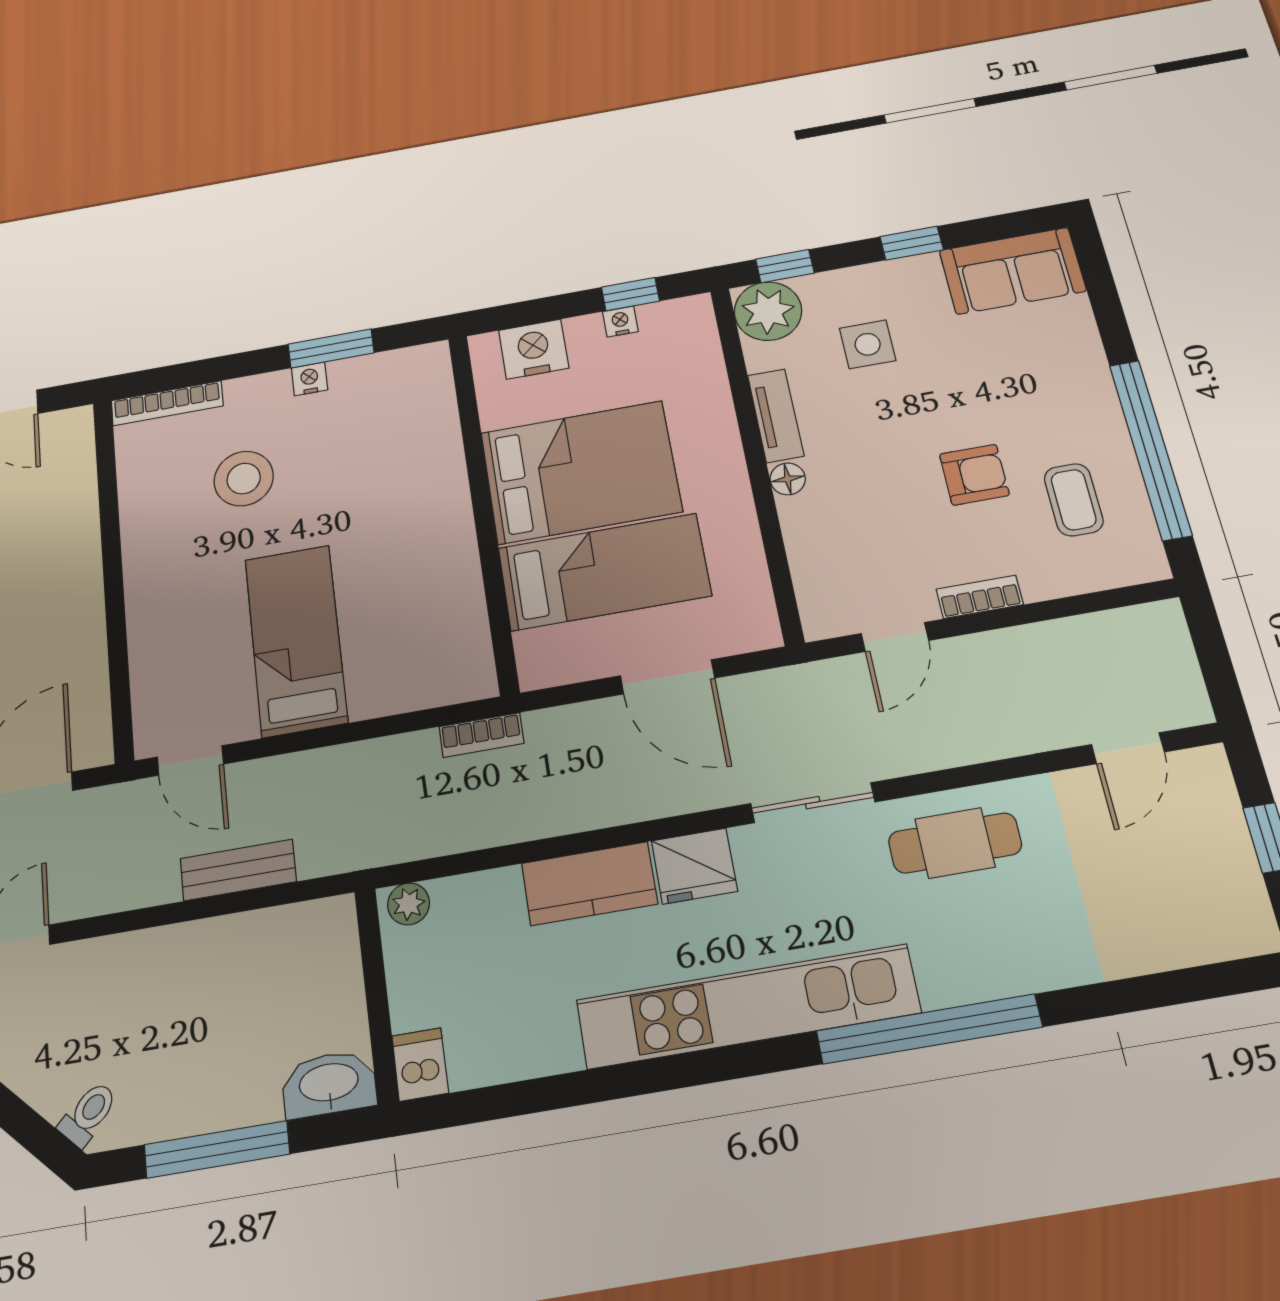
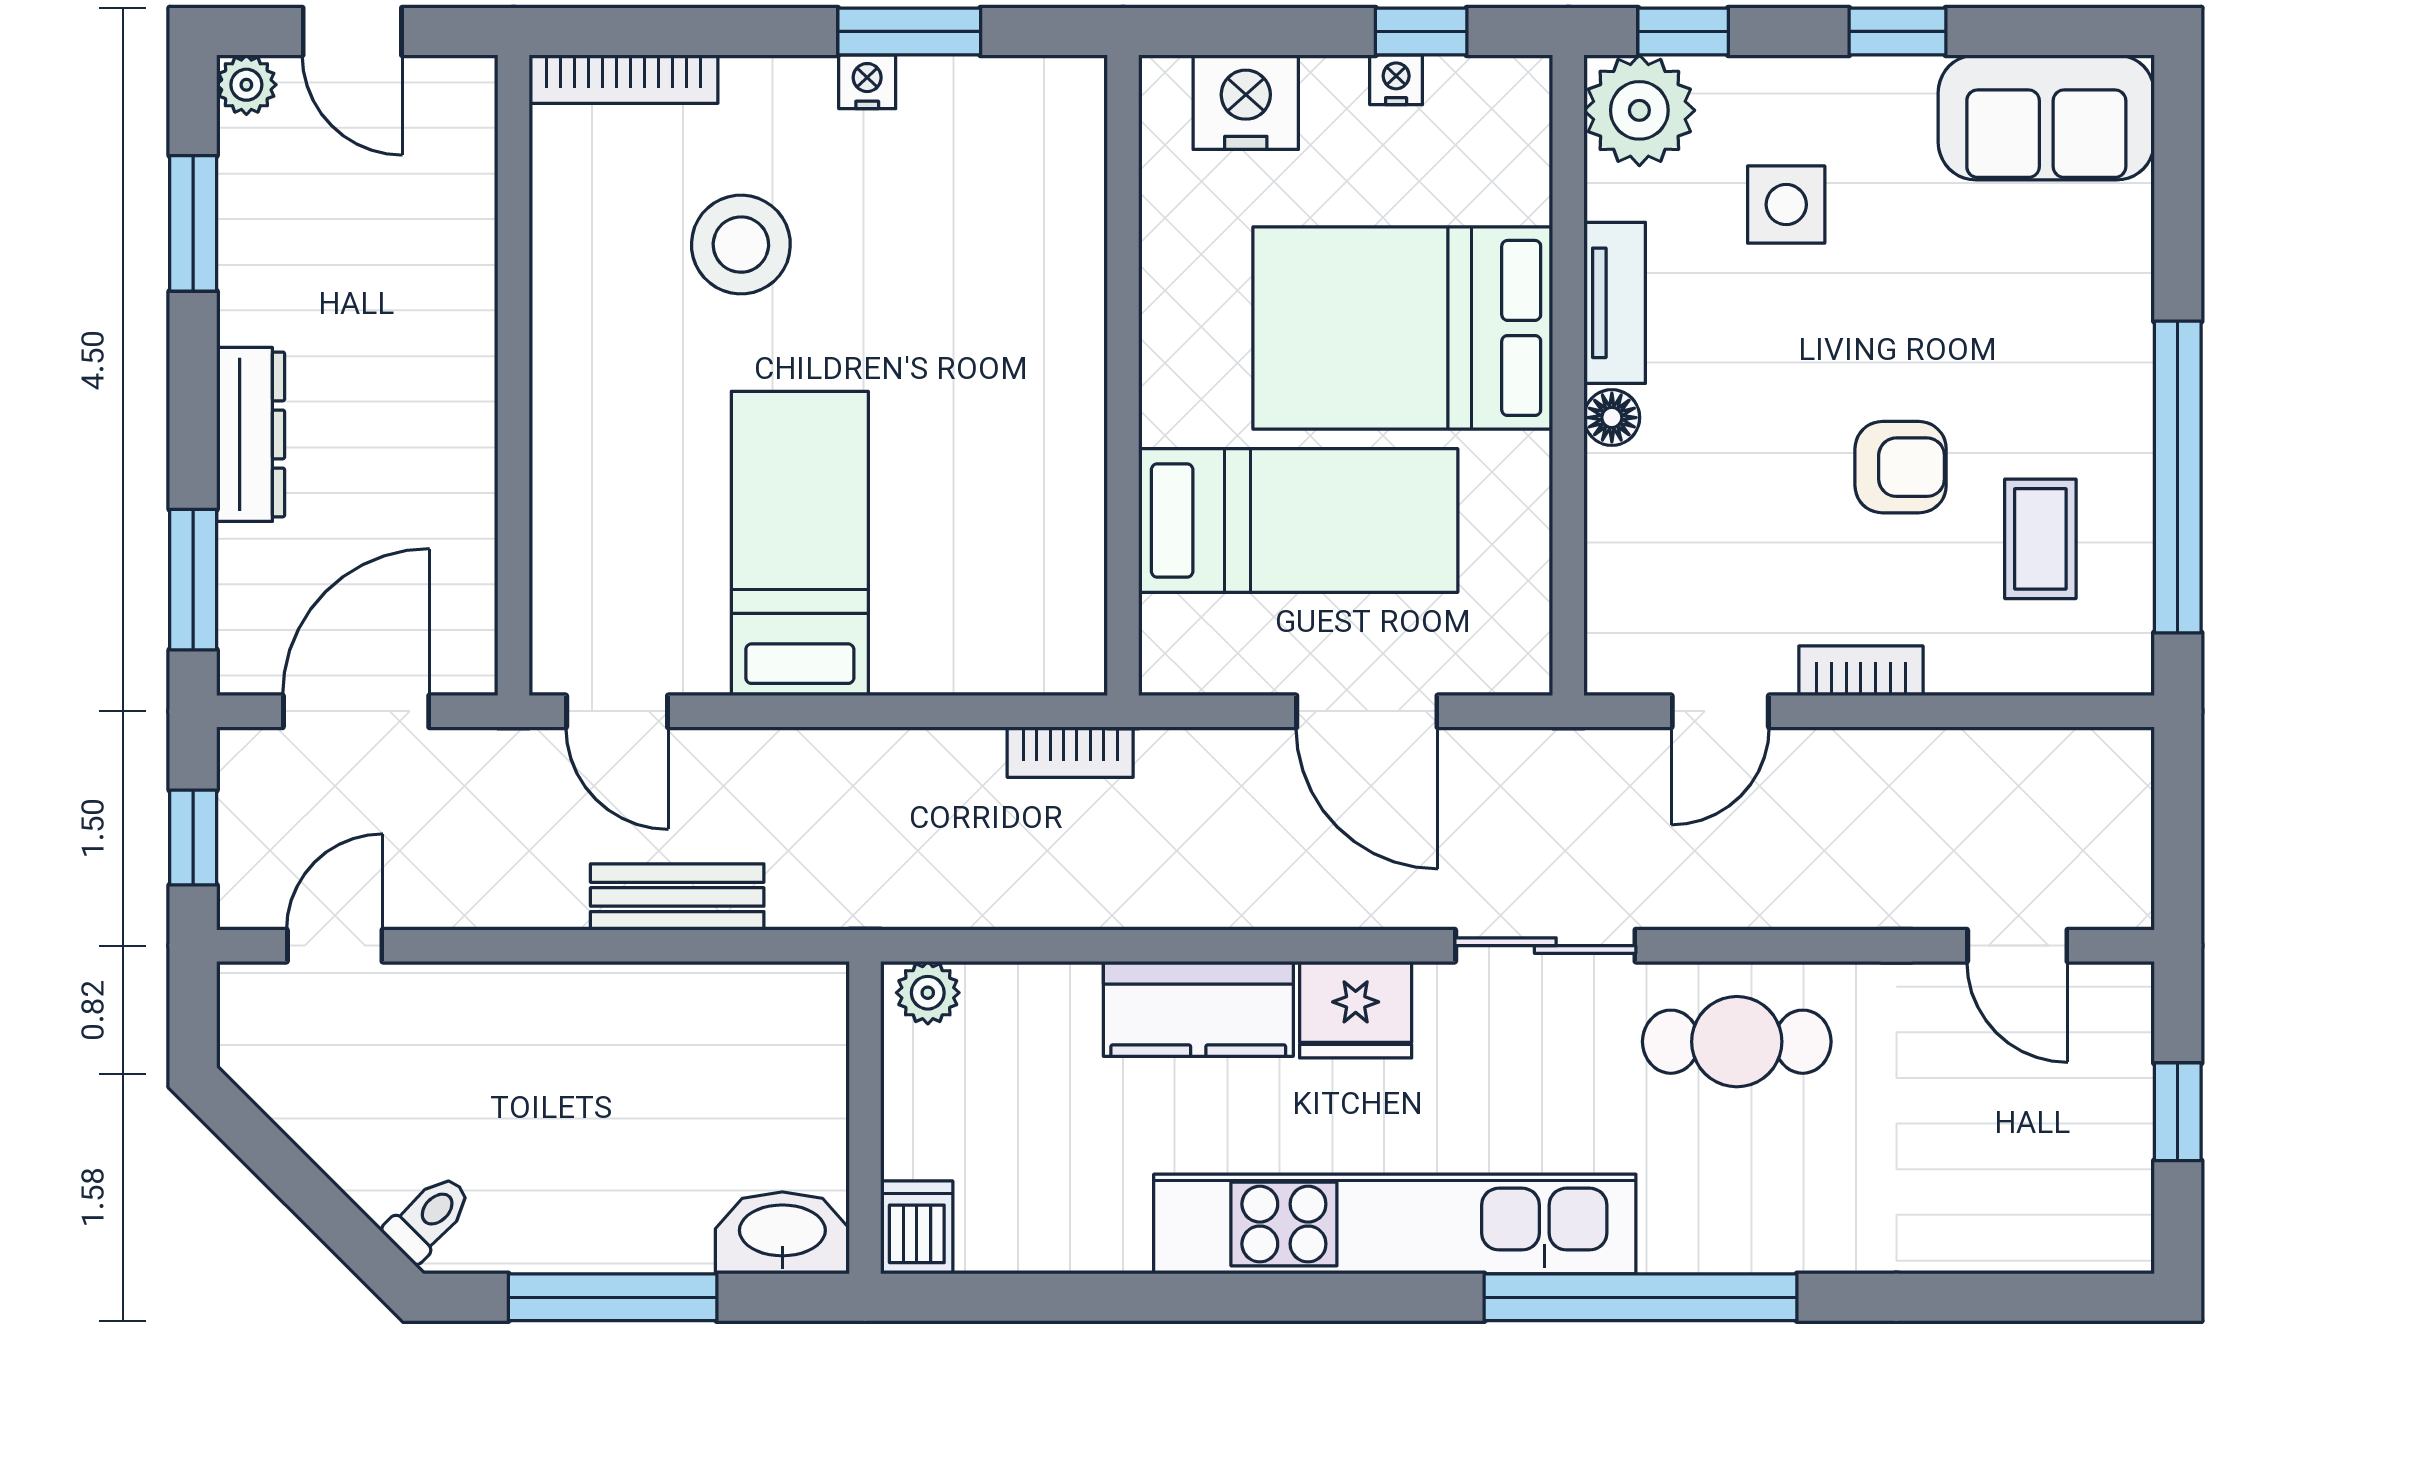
bed: (581, 472) -> (1403, 328), moved, turned 180
door: (1128, 748) -> (2017, 946), hinge flipped

